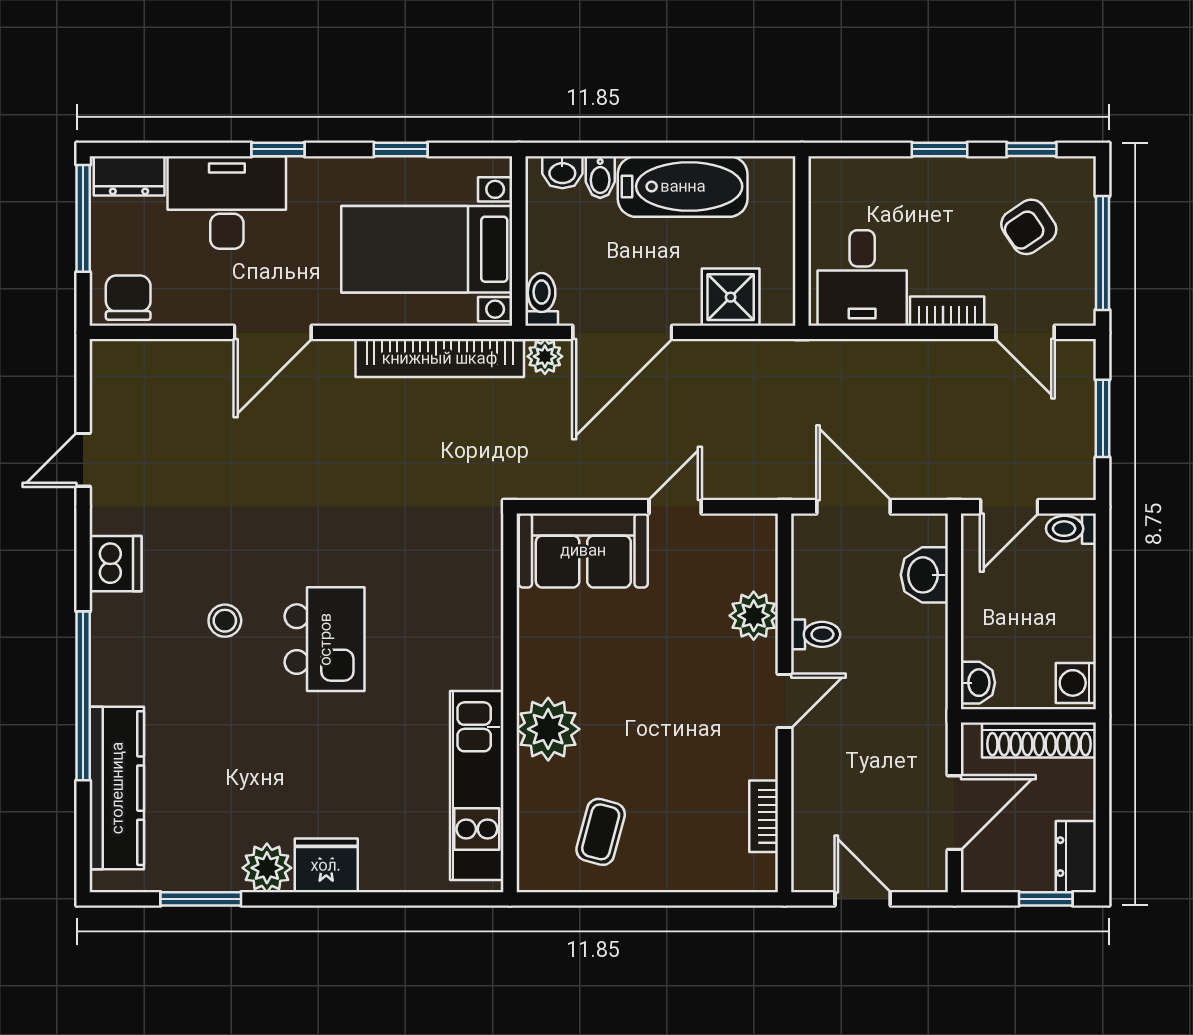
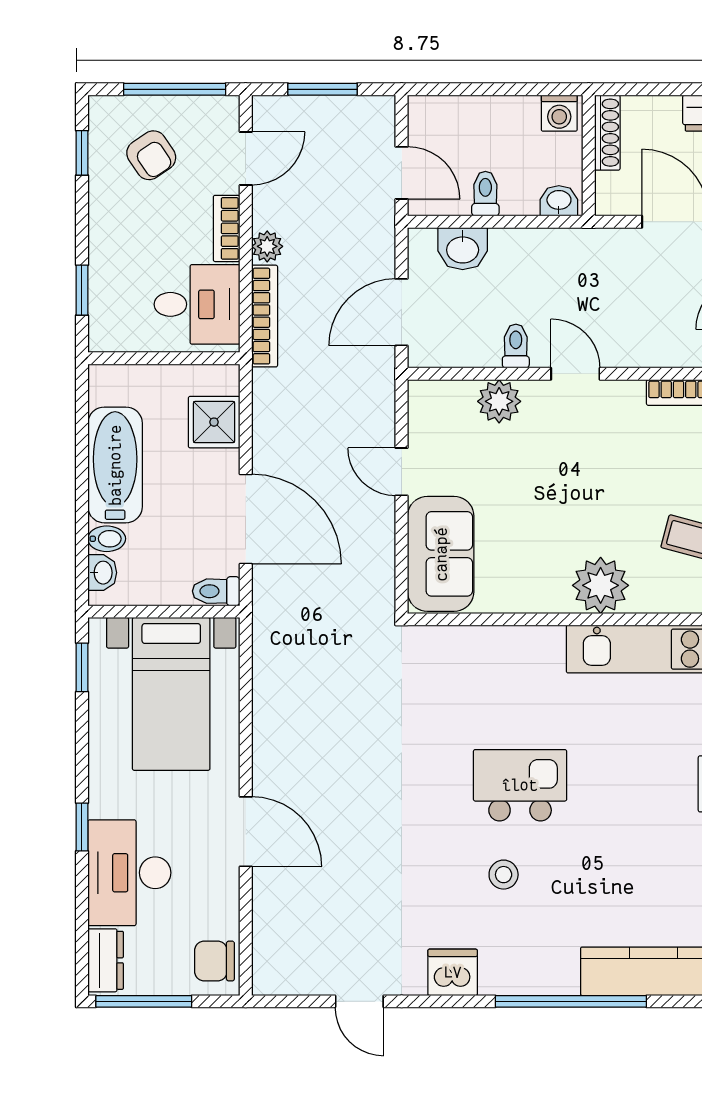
window: (401, 149) -> (82, 667), moved
window: (939, 149) -> (82, 290), moved
plant: (545, 356) -> (267, 246), moved
bookcase: (440, 358) -> (265, 316), moved, width x0.68, depth x0.76
toilet: (1071, 529) -> (485, 194), moved, turned 180
shoe rack: (1039, 740) -> (607, 133), width x0.74, depth x0.81

